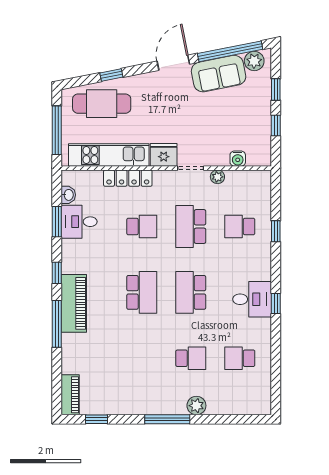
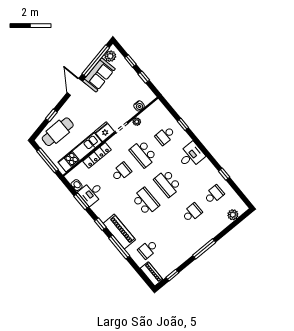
desk: (252, 299) -> (191, 156), moved
window: (276, 303) -> (224, 174), moved
school desk: (93, 358) -> (148, 249), added
school desk: (240, 358) -> (214, 195), turned 180
plant: (196, 406) -> (233, 215), moved

